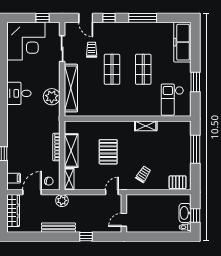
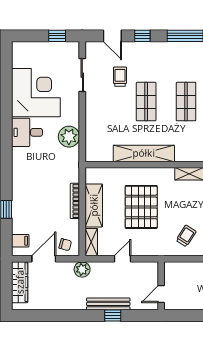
corner desk: (26, 41) -> (36, 93), moved, turned -90
shelving: (71, 88) -> (144, 153), moved, turned 90
pallet: (108, 152) -> (141, 207), width x1.37, depth x1.41
door: (112, 192) -> (122, 259), moved
bench: (58, 228) -> (108, 304), moved

